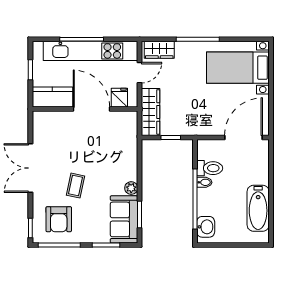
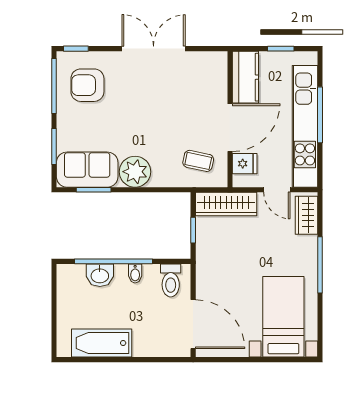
toilet: (210, 168) -> (171, 280), moved
coffee table: (75, 186) -> (198, 161), moved
plant: (131, 188) -> (135, 172), width x1.88, depth x1.88
washbasin: (206, 227) -> (100, 275), moved

